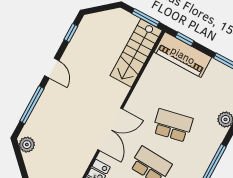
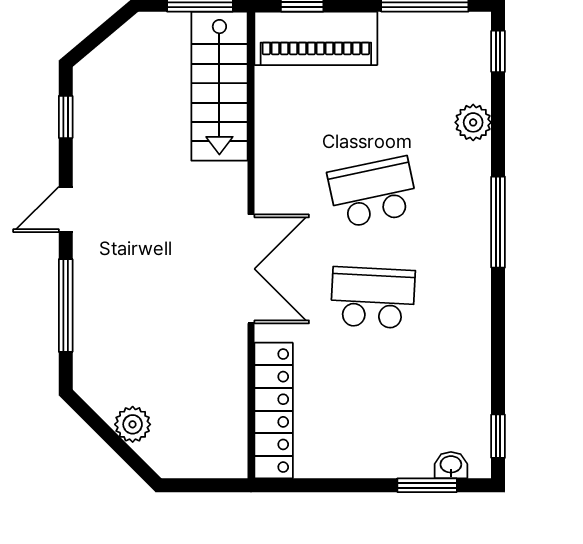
door: (52, 68) -> (66, 209), swing flipped
plant: (27, 145) -> (133, 424), moved

